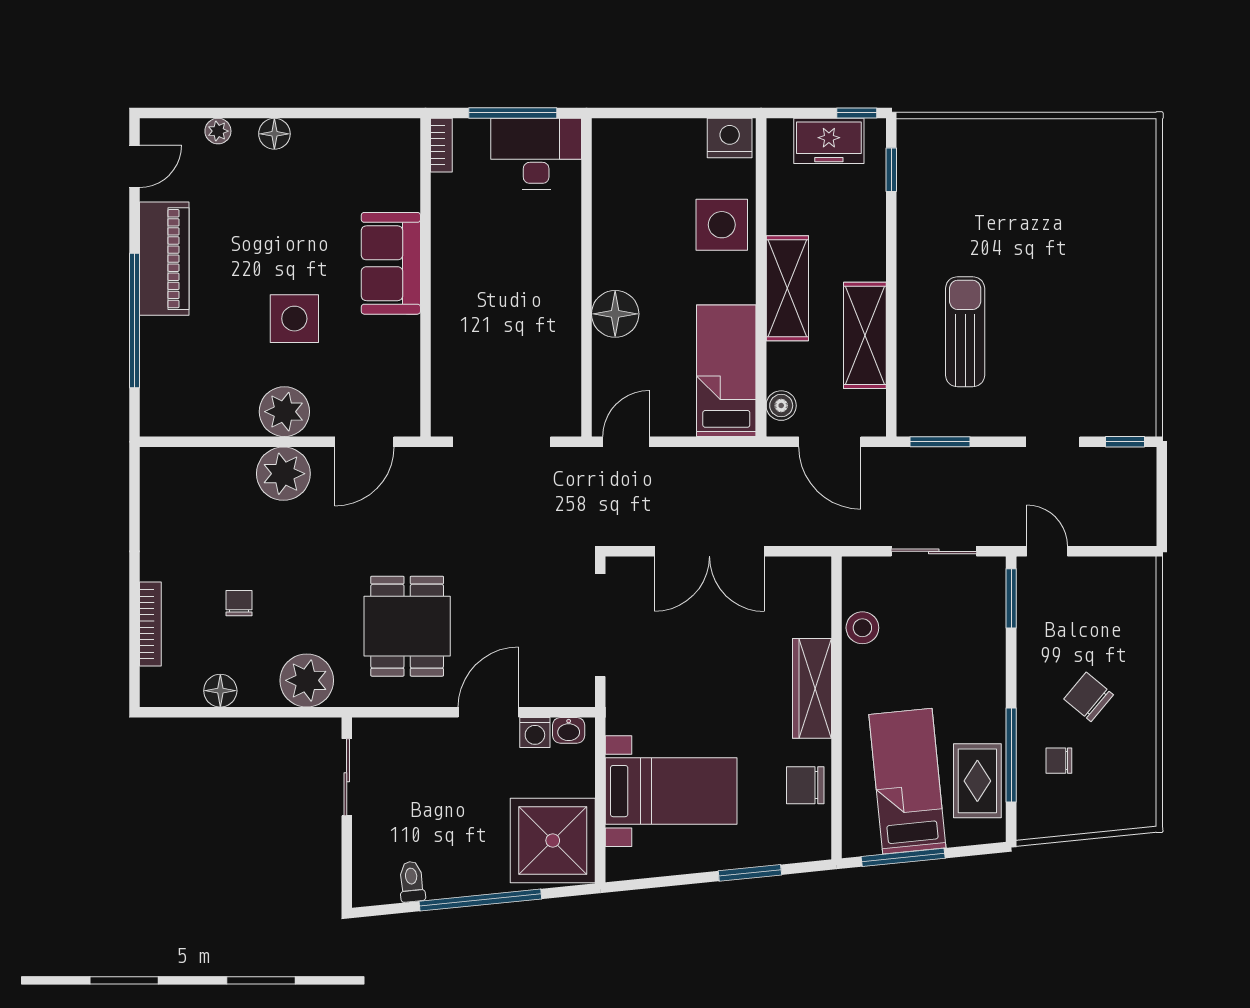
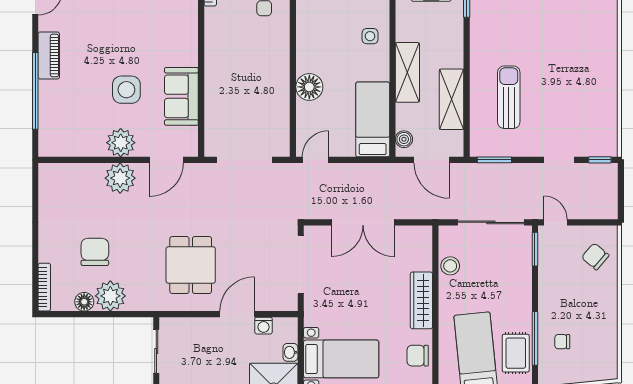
side table: (722, 225) -> (370, 36), width x0.54, depth x0.54
piano: (164, 259) -> (49, 56), width x0.73, depth x0.75
sofa: (391, 263) -> (181, 96), moved
sliding door: (934, 551) -> (491, 222), width x1.37
chair: (239, 603) -> (95, 252), width x1.87, depth x1.87
bookcase: (150, 624) -> (44, 287), moved
plant: (307, 680) -> (110, 296), moved
chair: (1089, 697) -> (595, 256), moved
washbasin: (569, 730) -> (290, 352), moved, turned 90

